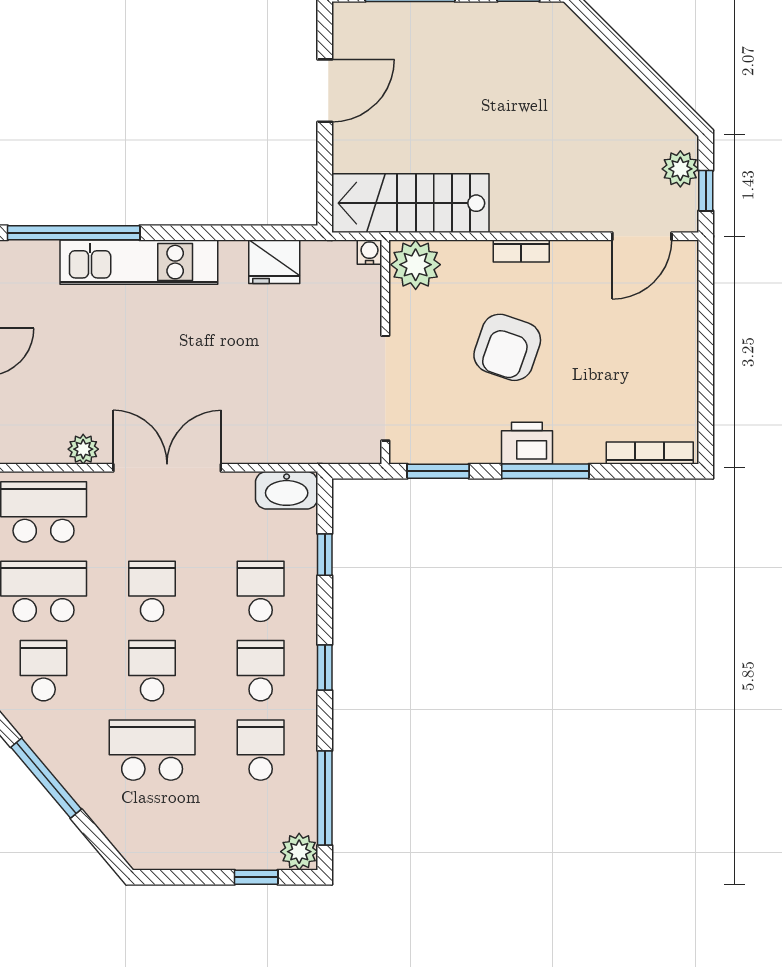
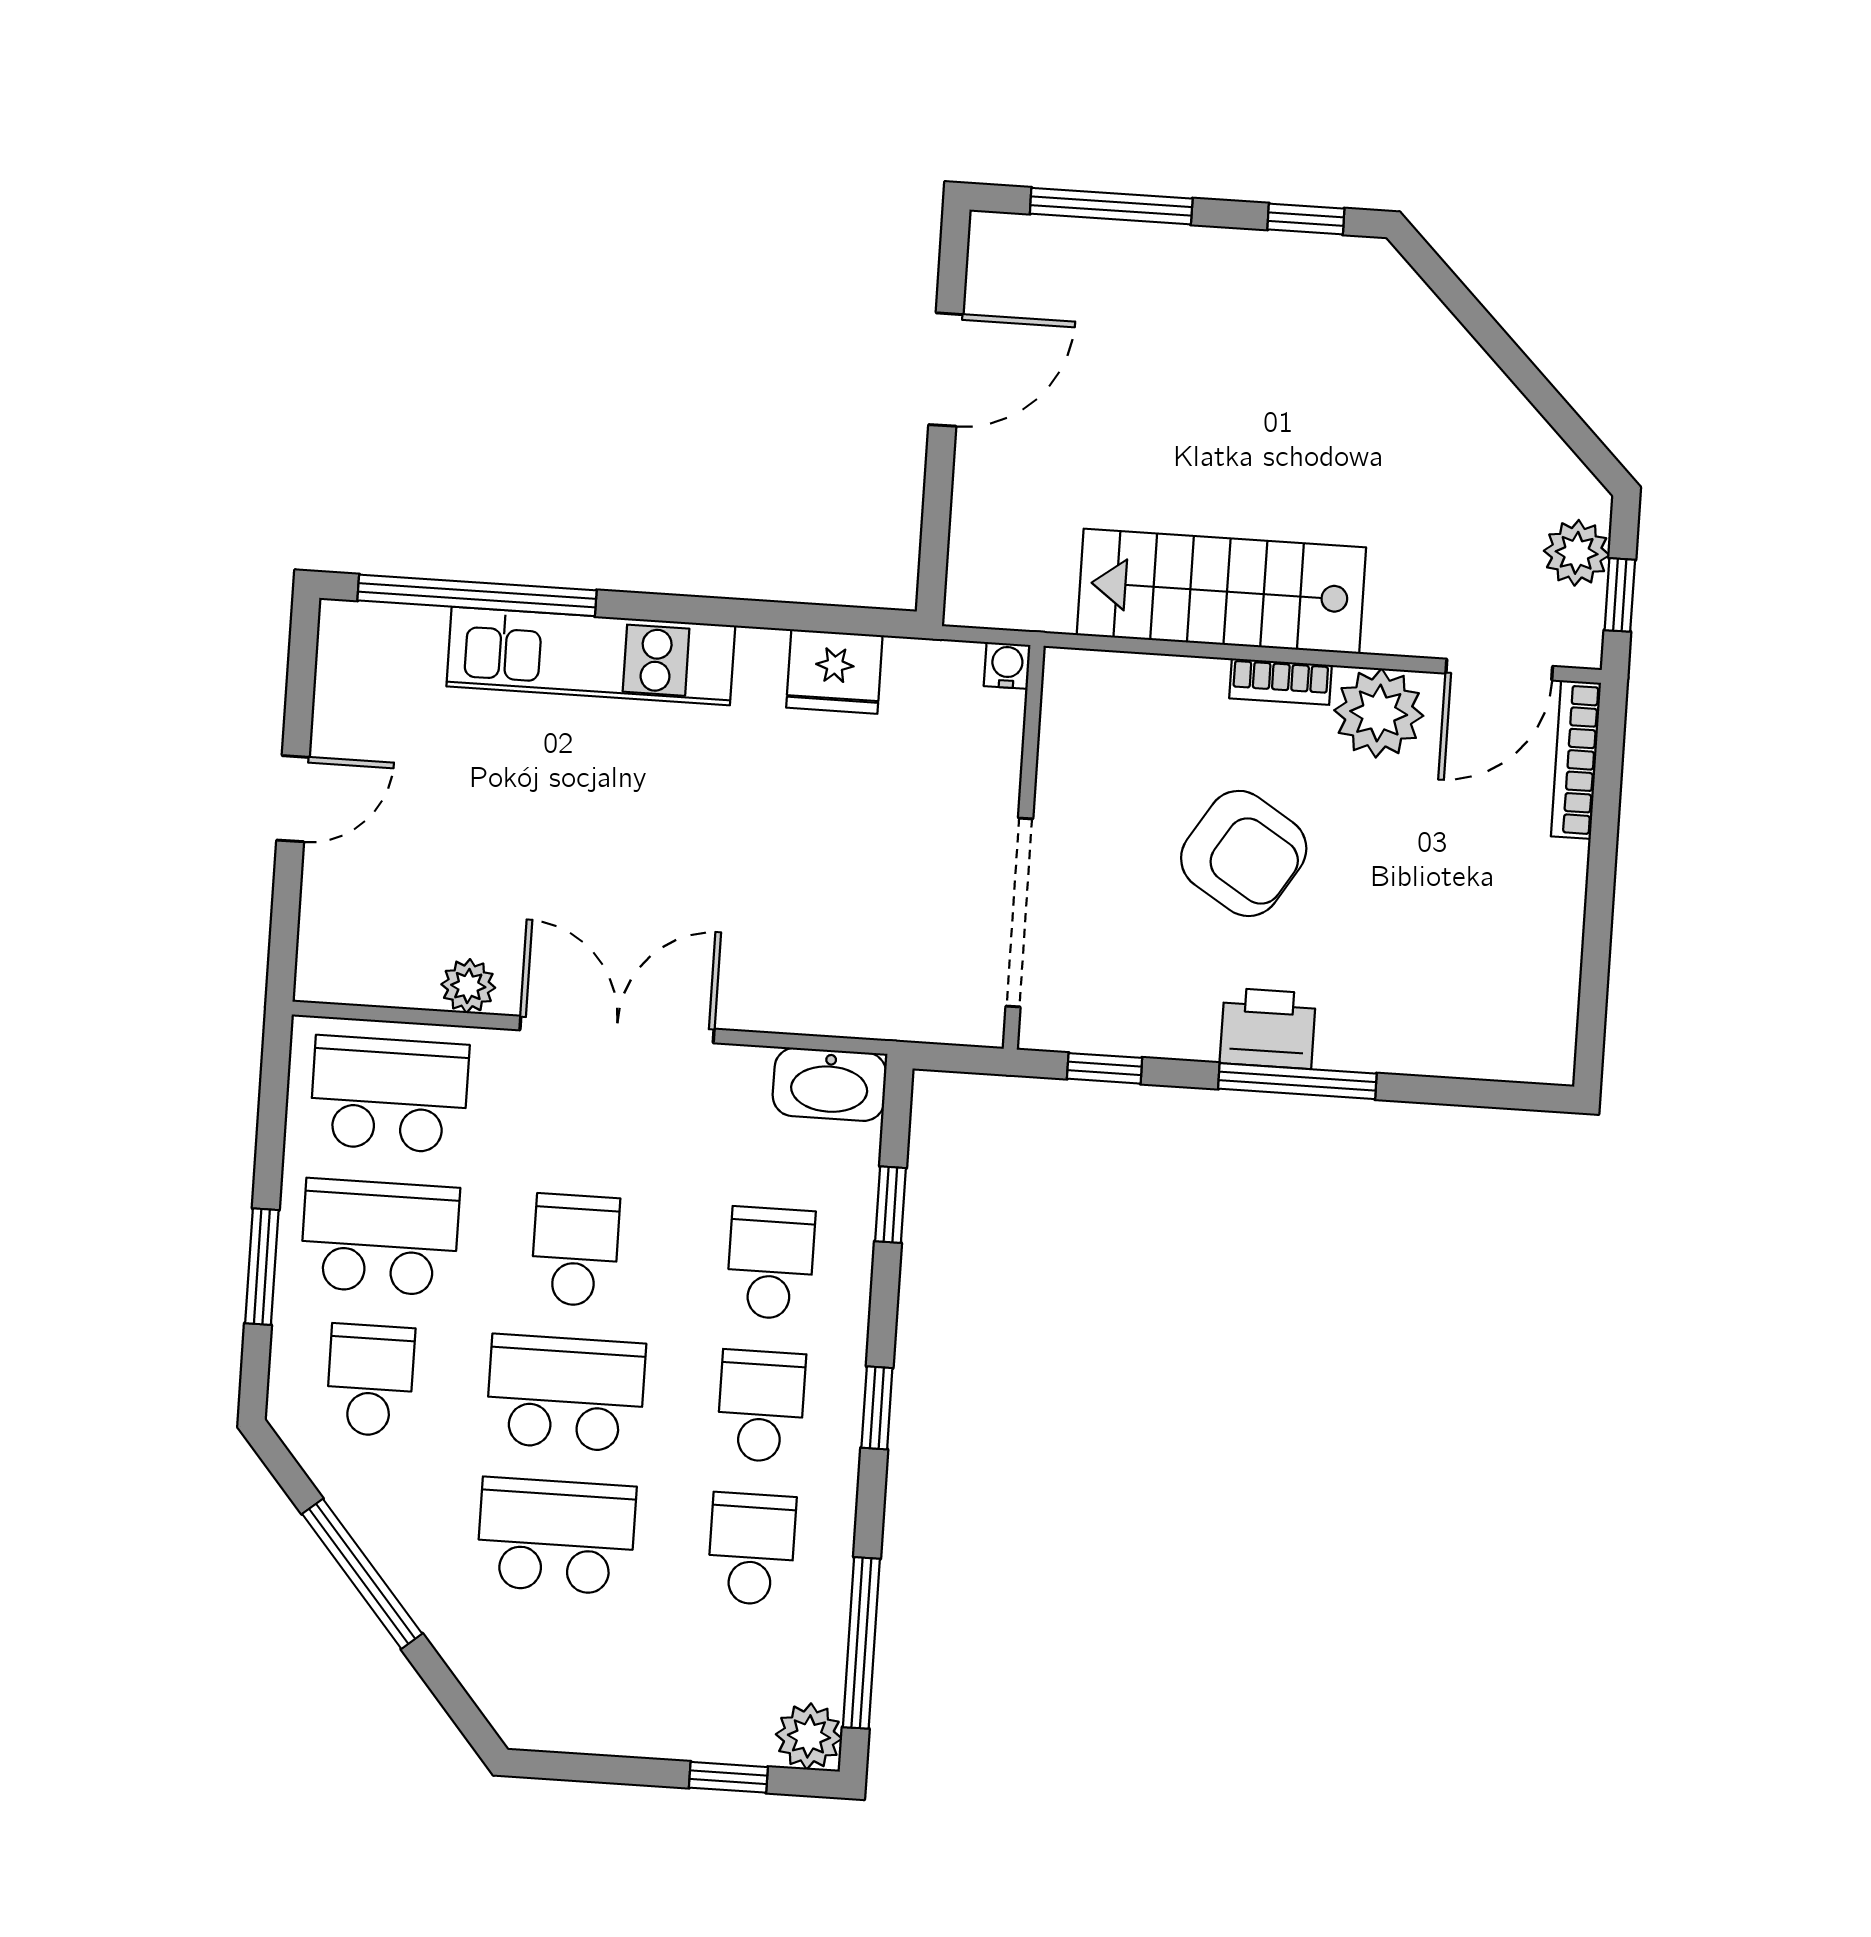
stairs: (410, 203) -> (1221, 591), moved
plant: (416, 265) -> (1379, 713), moved
armchair: (507, 347) -> (1244, 853), turned -77
bookcase: (650, 453) -> (1576, 760), moved, turned -90
window: (438, 471) -> (1105, 1068), width x0.67
school desk: (152, 671) -> (566, 1393), width x1.85

